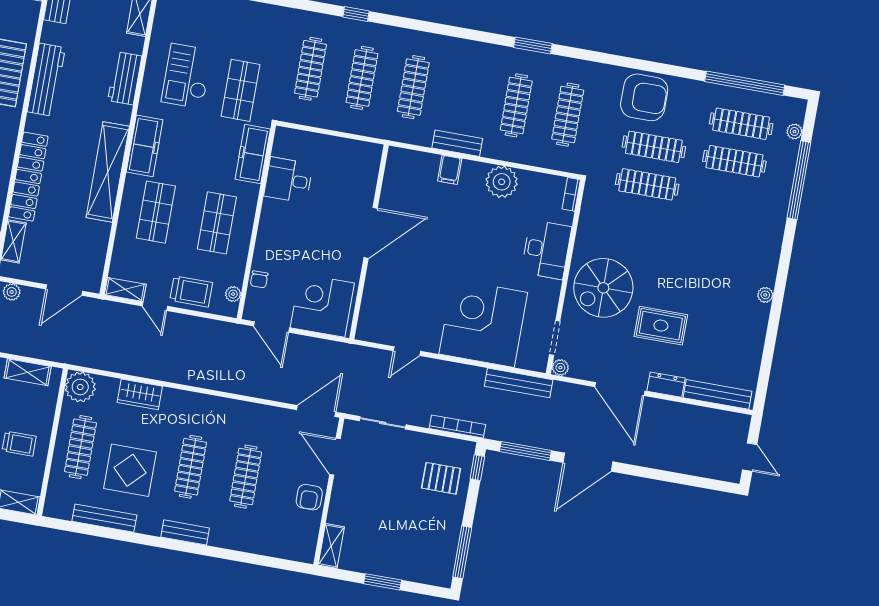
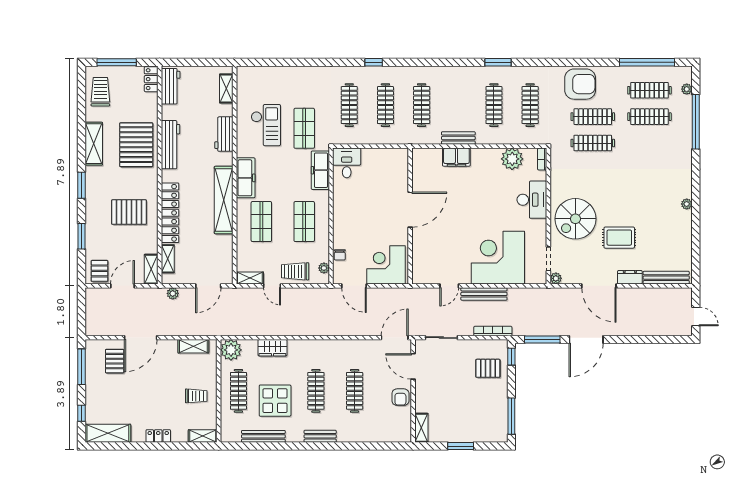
checkout: (187, 76) -> (266, 125), turned 180
filing cabinet: (450, 170) -> (456, 157), width x2.00
desk: (288, 180) -> (347, 163), moved, turned 90
plant: (502, 182) -> (512, 159), moved
trolley: (191, 291) -> (295, 271), turned 180
bench: (519, 383) -> (484, 294), moved

